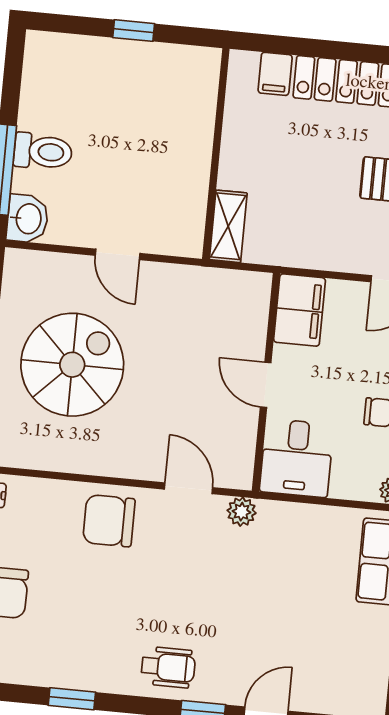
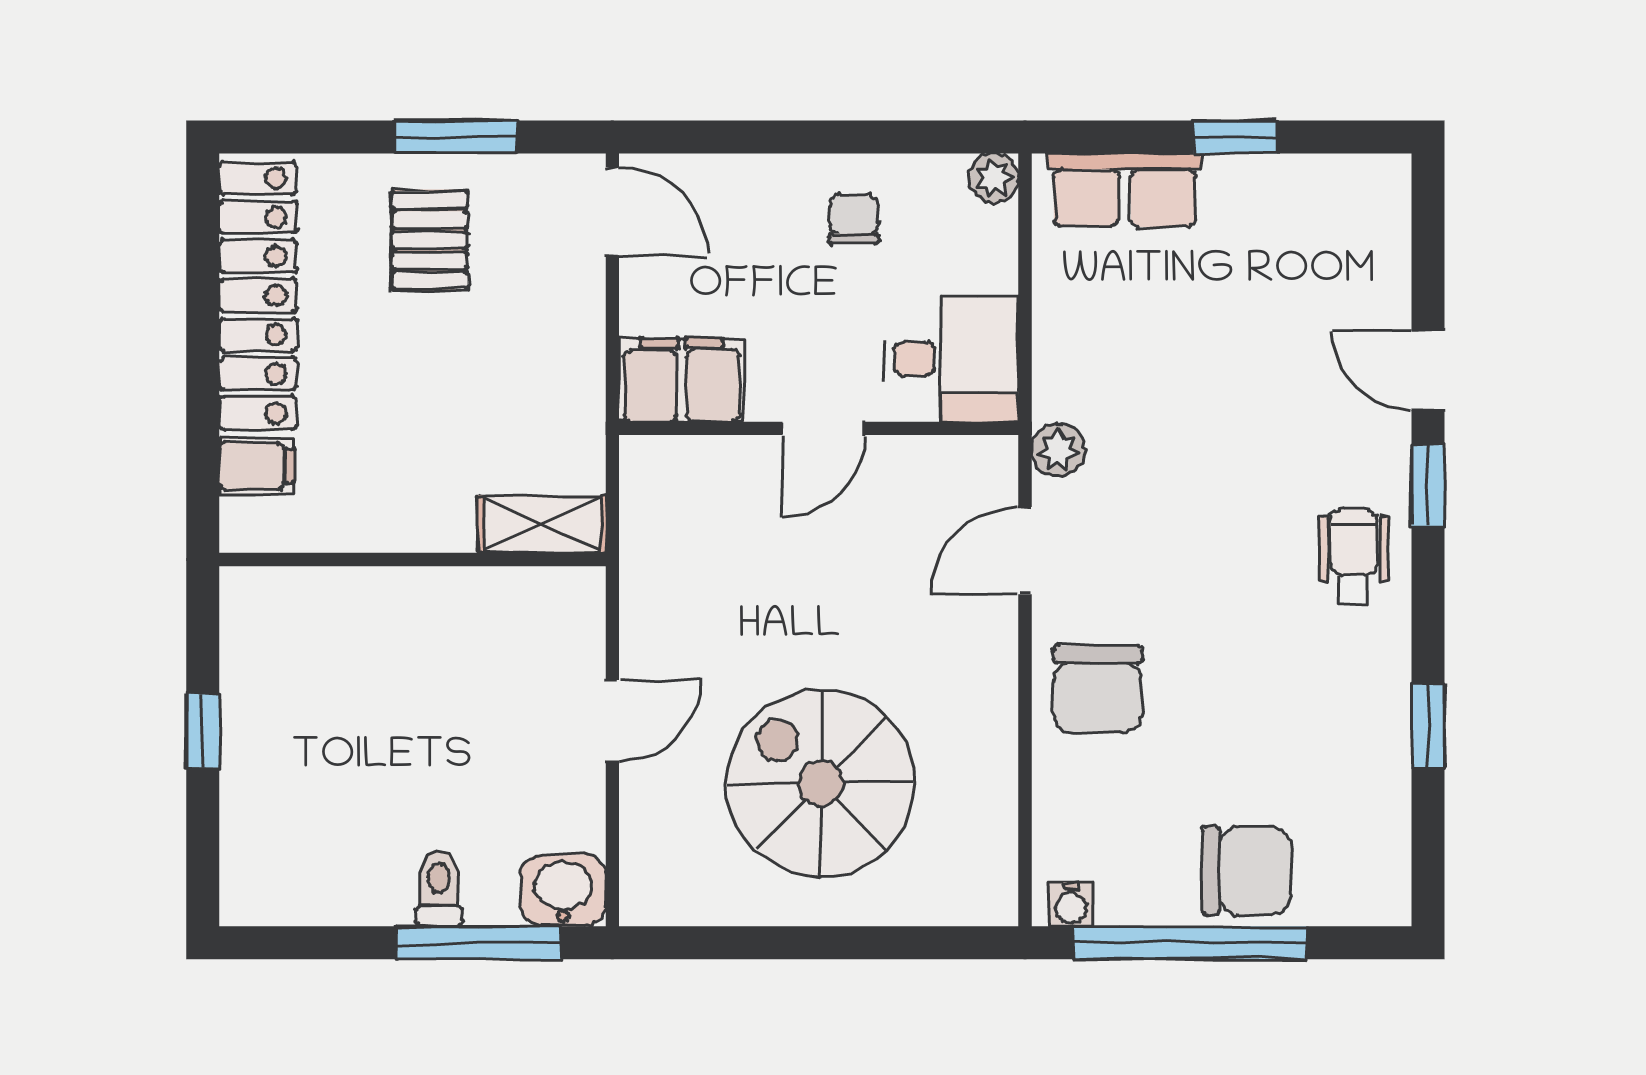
toilet: (43, 152) -> (439, 889), width x0.73, depth x0.72

